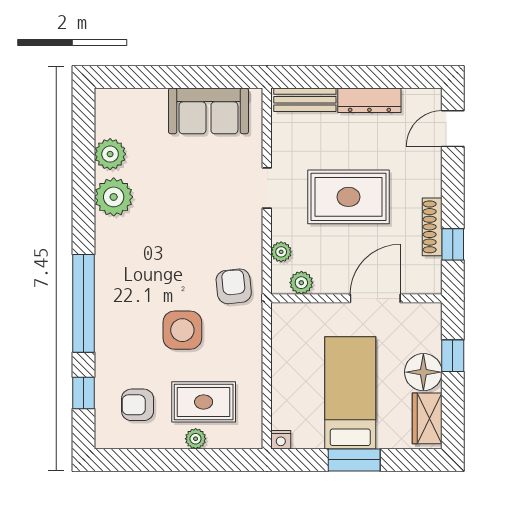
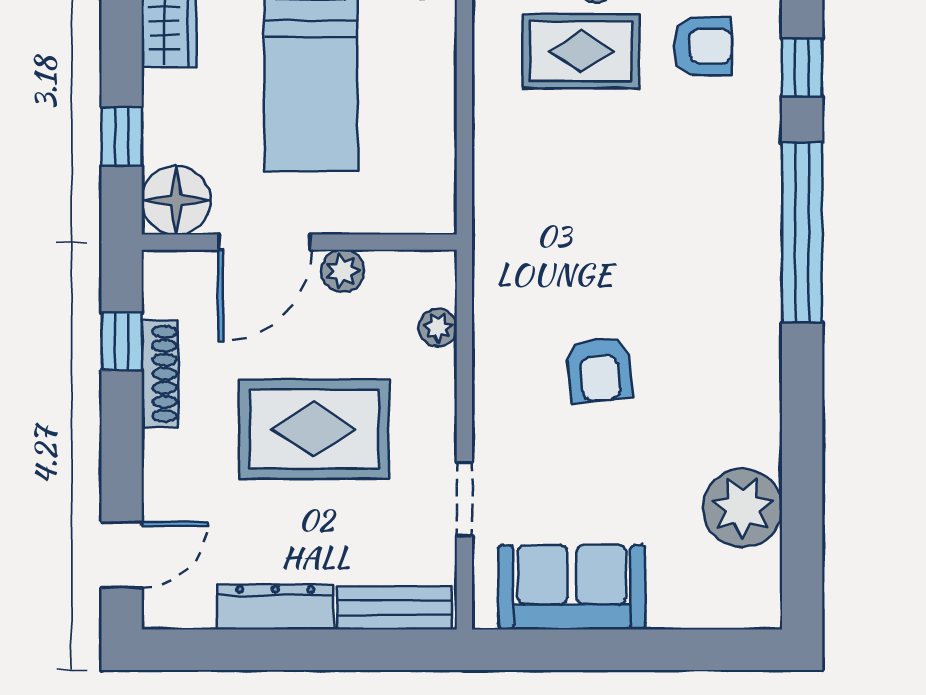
plant: (110, 154) -> (743, 508), width x1.36, depth x1.36
doorway: (267, 188) -> (464, 499), moved
plant: (114, 197) -> (747, 429), removed
plant: (301, 283) -> (343, 271), moved
armchair: (234, 286) -> (599, 370), moved
side table: (182, 330) -> (620, 184), removed
floor lamp: (423, 372) -> (176, 200), moved

